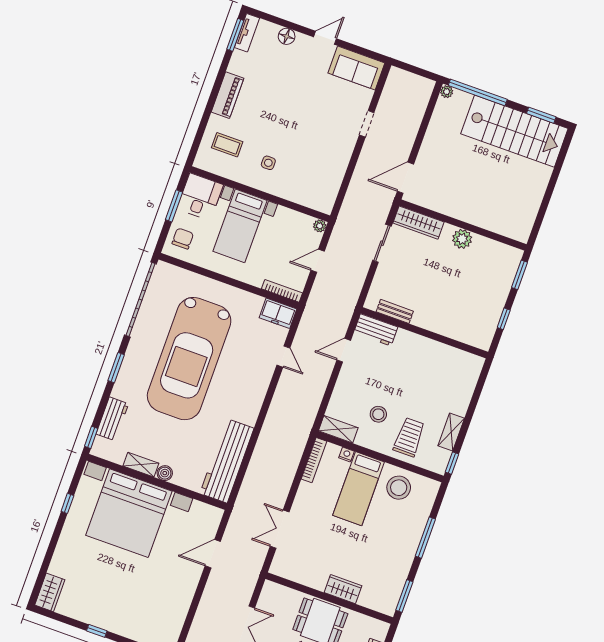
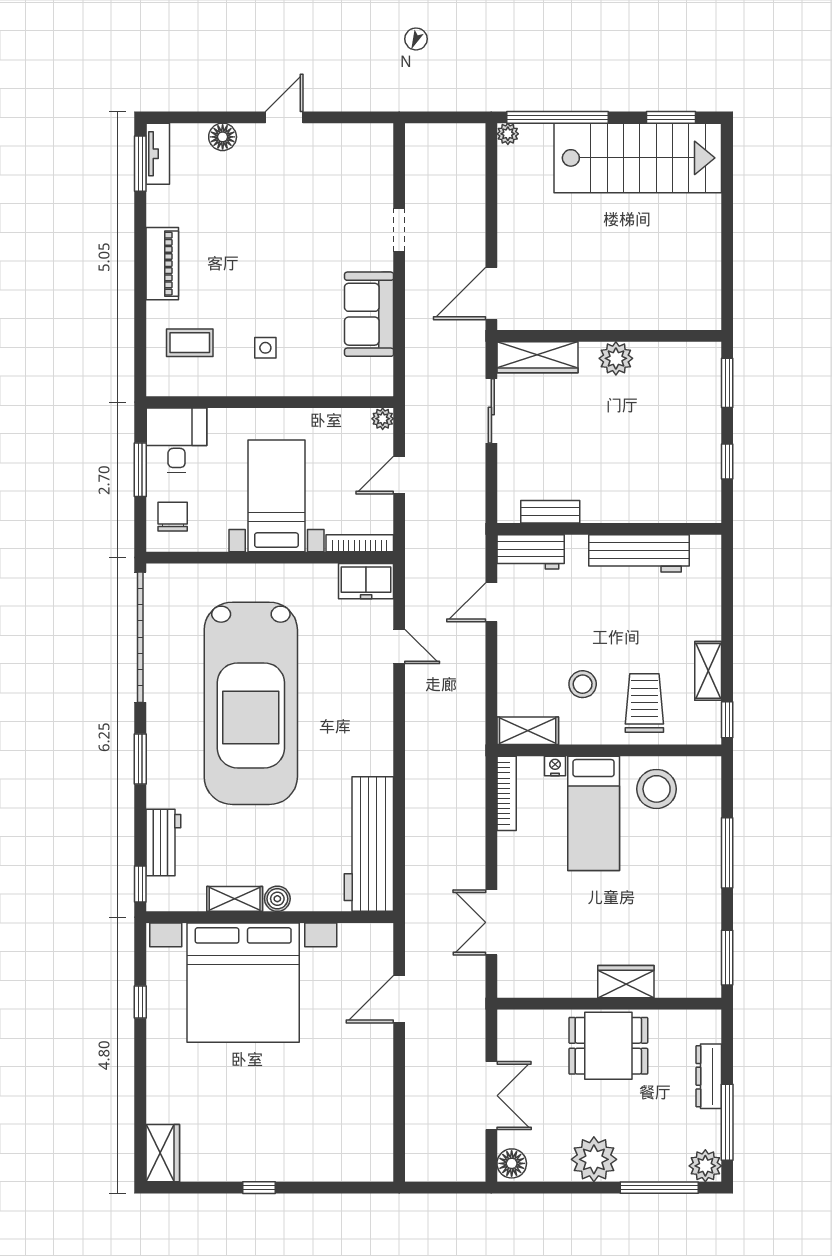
sofa: (356, 68) -> (369, 314), moved, turned 90
bed with nightstands: (240, 226) -> (276, 496), moved, turned 180
workbench: (436, 352) -> (639, 553), added

